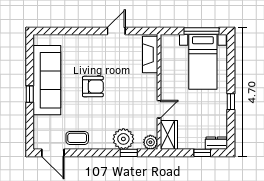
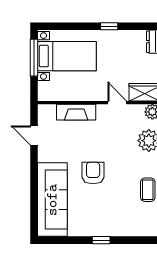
door: (116, 31) -> (34, 135), moved
fireplace: (150, 55) -> (76, 112), moved
sofa: (47, 80) -> (52, 200), moved, turned 90

